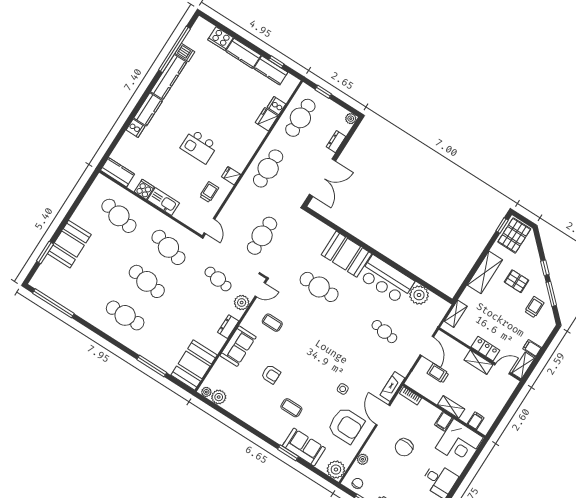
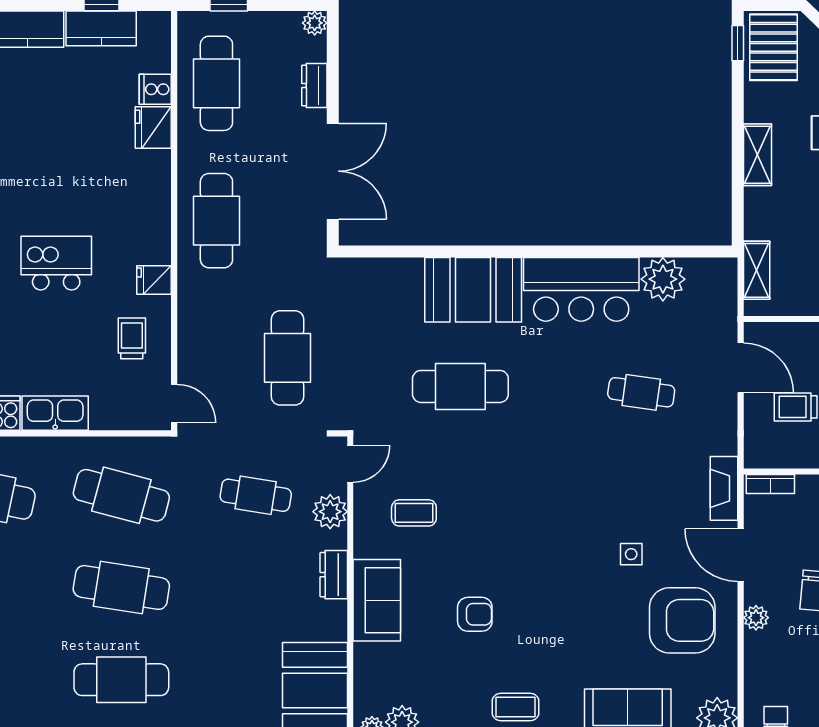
kitchen island: (199, 146) -> (56, 263), turned 180
shelving: (485, 272) -> (757, 155), width x0.67, depth x0.75
coffee table: (291, 408) -> (516, 707), moved
plant: (363, 459) -> (756, 618), moved

